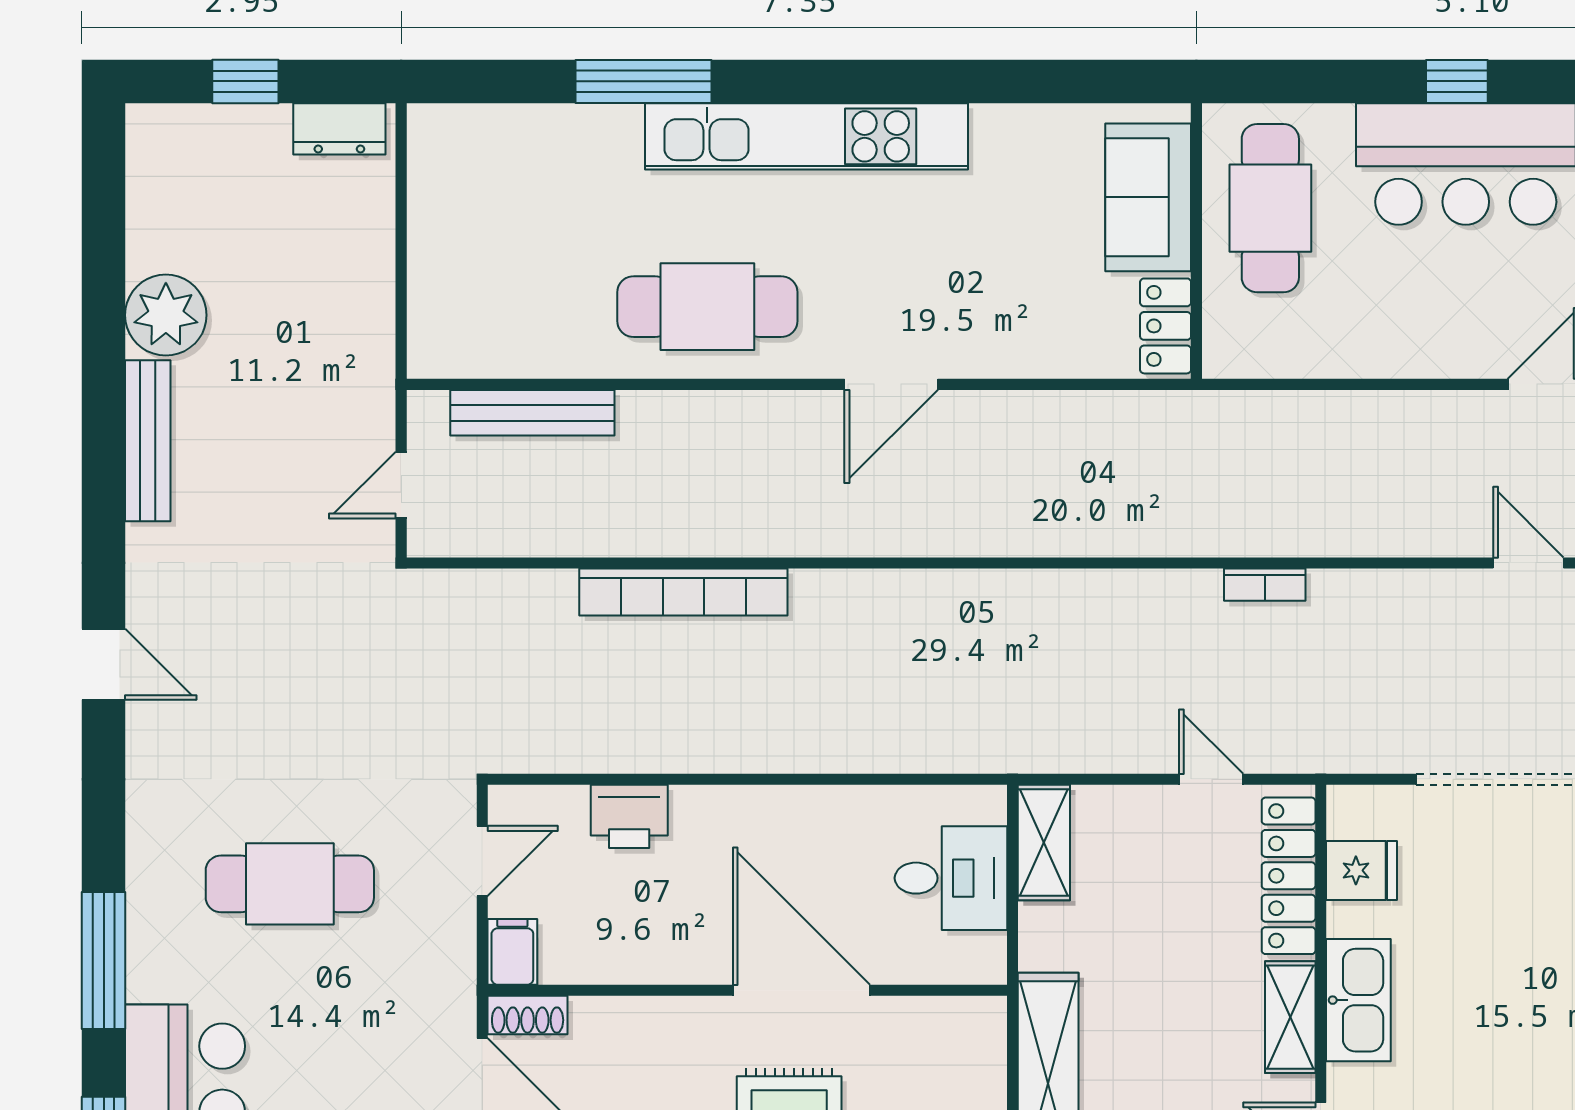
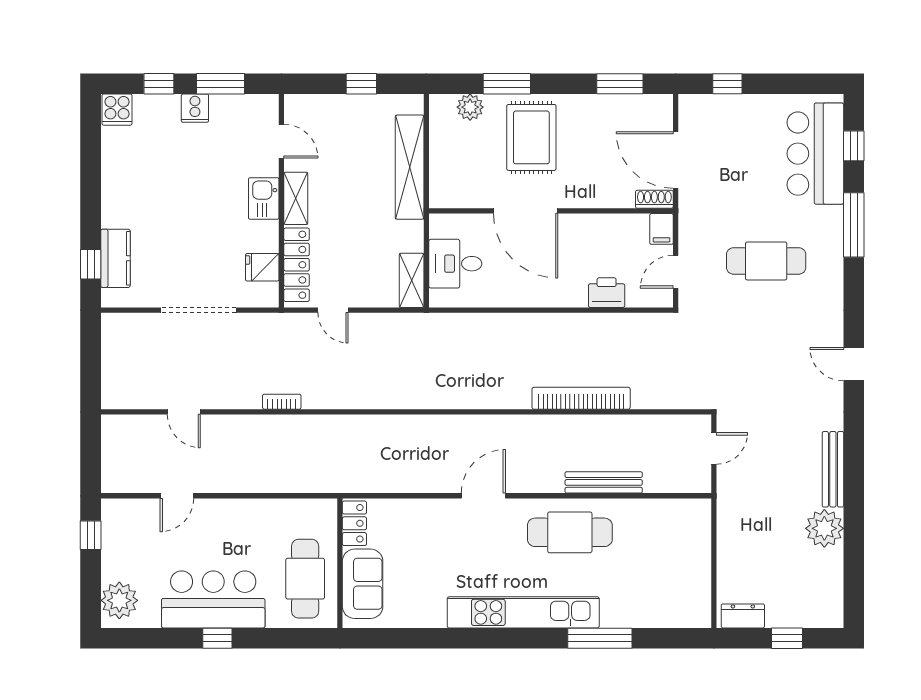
bench: (532, 413) -> (604, 482), moved
bookcase: (1265, 585) -> (282, 402), moved
kitchen sink: (1358, 1000) -> (264, 198), width x0.73

